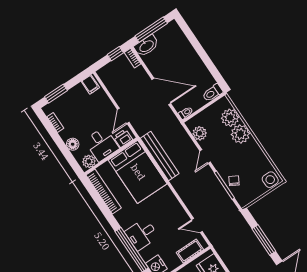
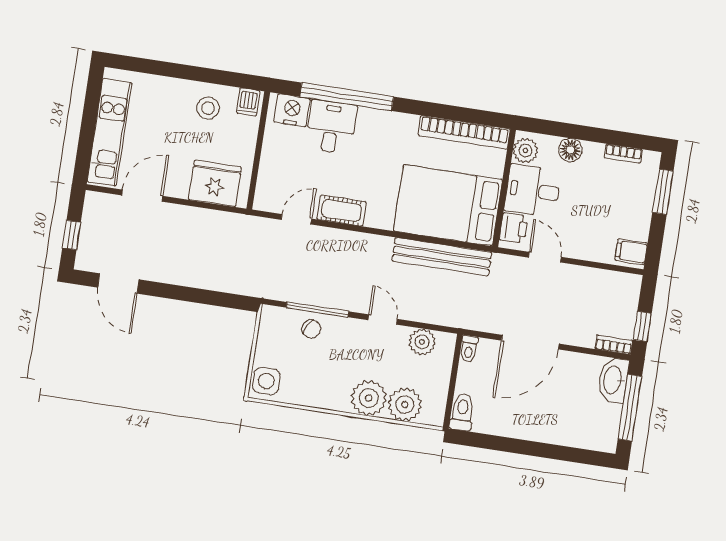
desk: (142, 234) -> (331, 127), moved
window: (264, 240) -> (190, 294), removed
cot: (190, 251) -> (341, 211), moved, turned 90

